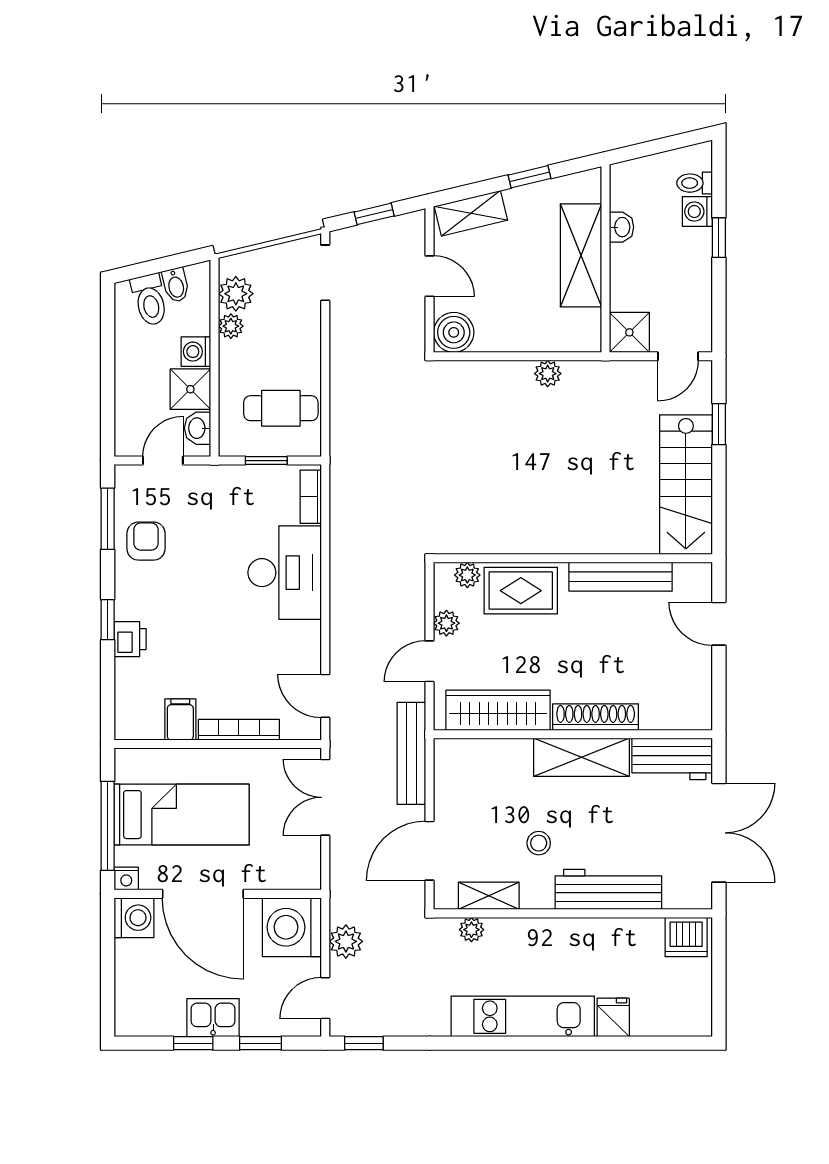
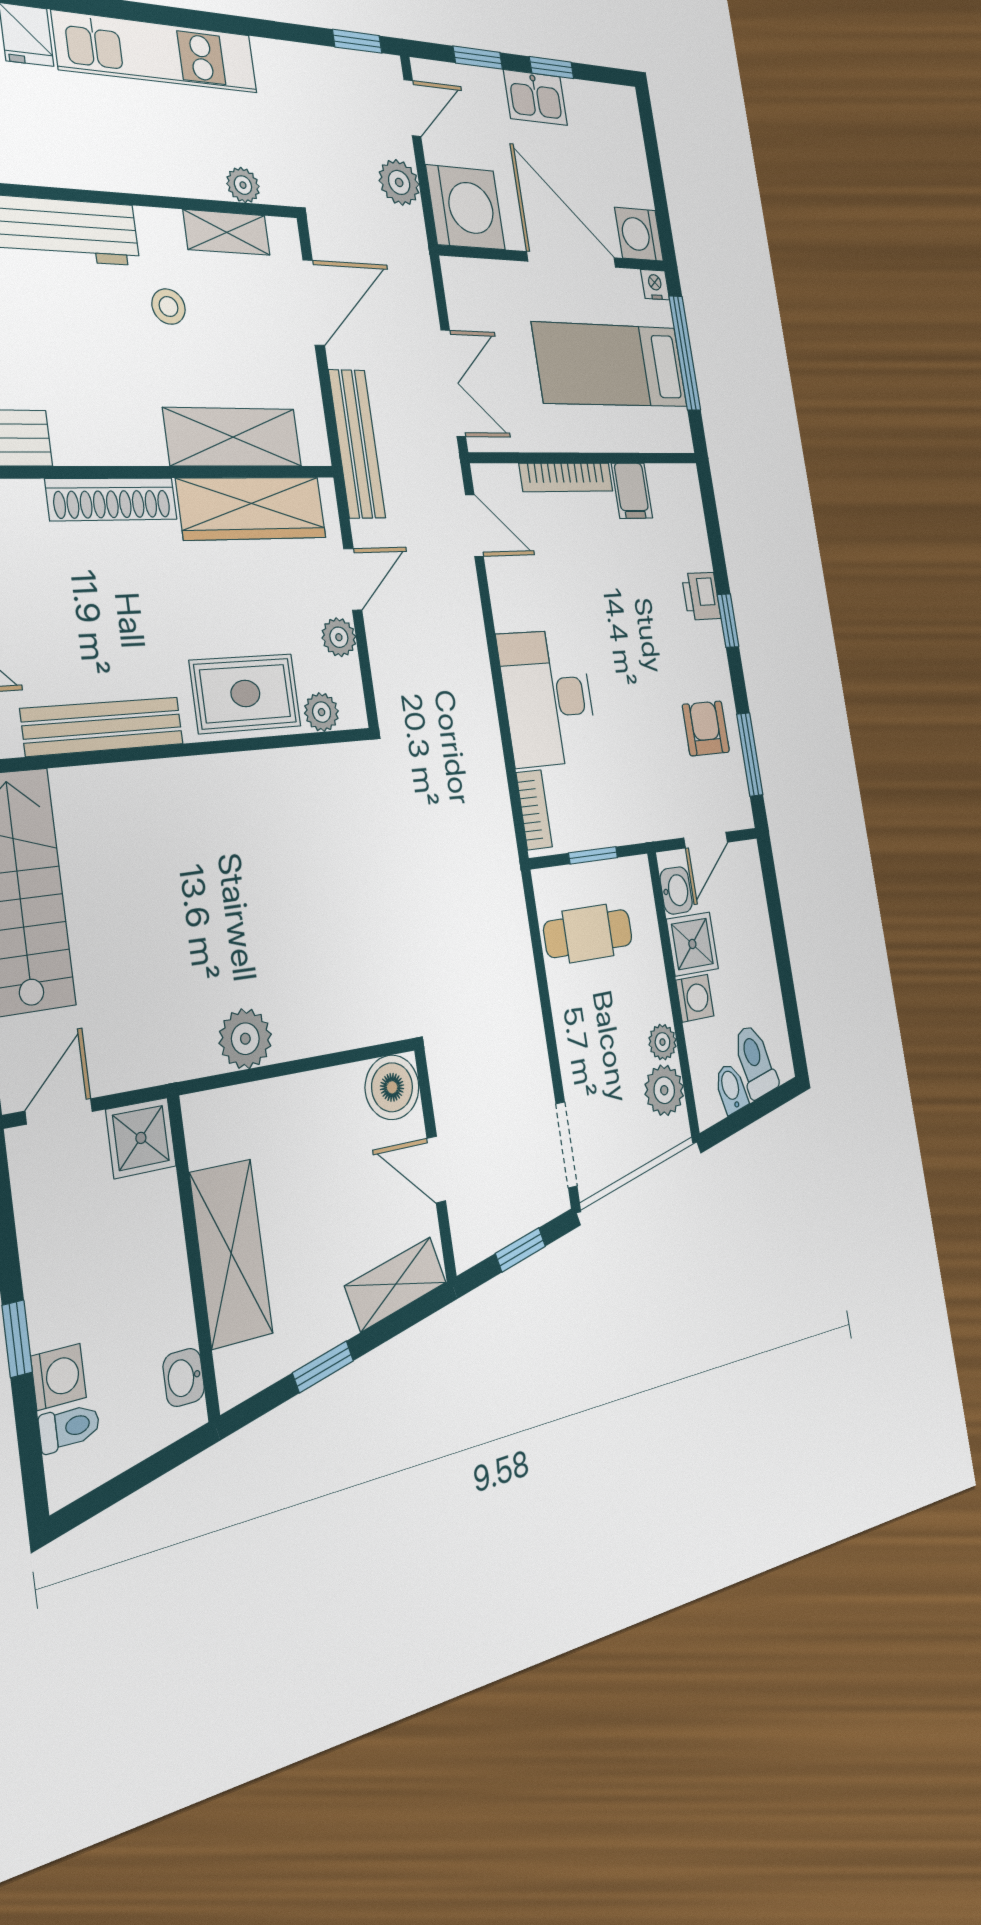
washbasin: (622, 227) -> (184, 1377), moved
plant: (548, 374) -> (245, 1039), width x1.38, depth x1.38
armchair: (146, 541) -> (706, 728), turned 180
shelving: (582, 757) -> (233, 437), moved

